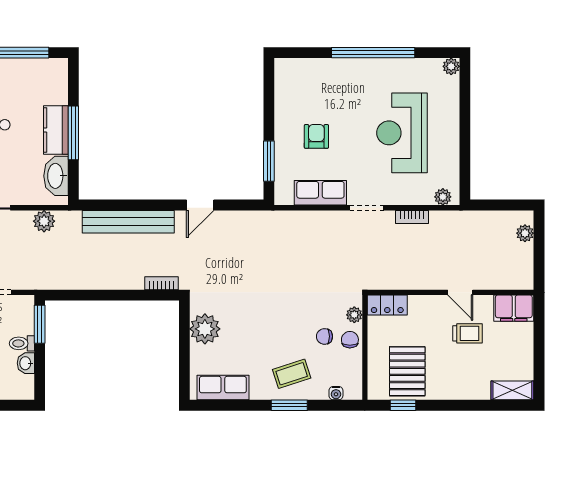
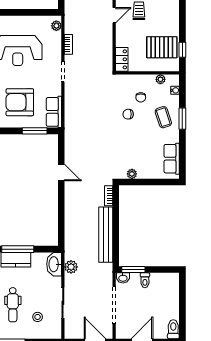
armchair: (316, 136) -> (20, 102), width x1.88, depth x1.88
washbasin: (56, 176) -> (54, 264), moved, turned 90
row of seats: (320, 193) -> (54, 112), moved
bench: (128, 222) -> (106, 235), moved
plant: (354, 315) -> (160, 79), moved
plant: (205, 329) -> (132, 174), width x0.53, depth x0.53
chair: (350, 340) -> (128, 114), moved
washbasin: (26, 363) -> (123, 278), moved

